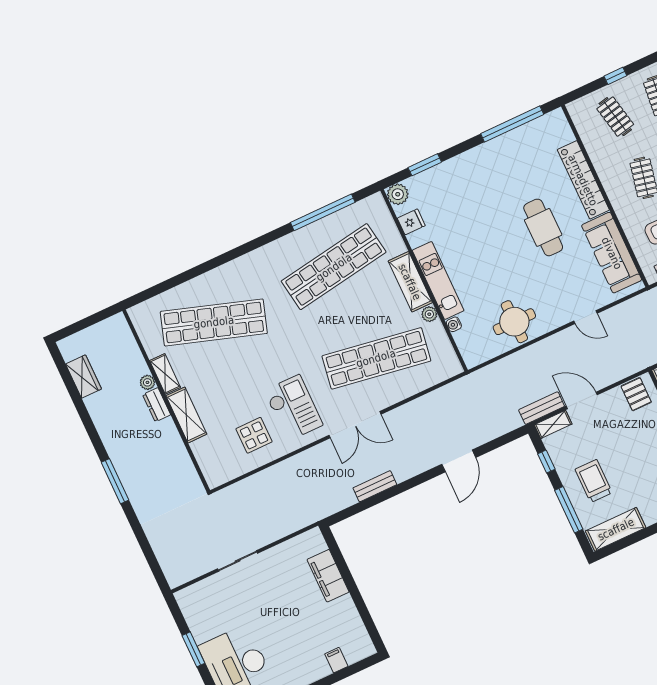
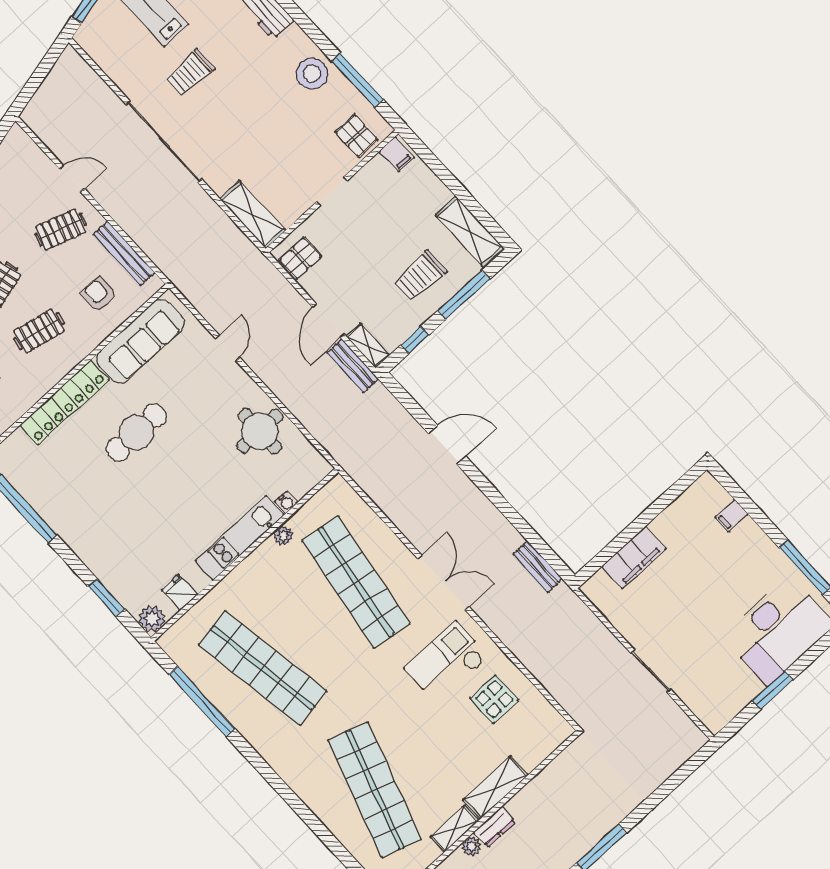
shelving: (410, 282) -> (252, 571), removed
bench: (375, 486) -> (538, 566), moved

